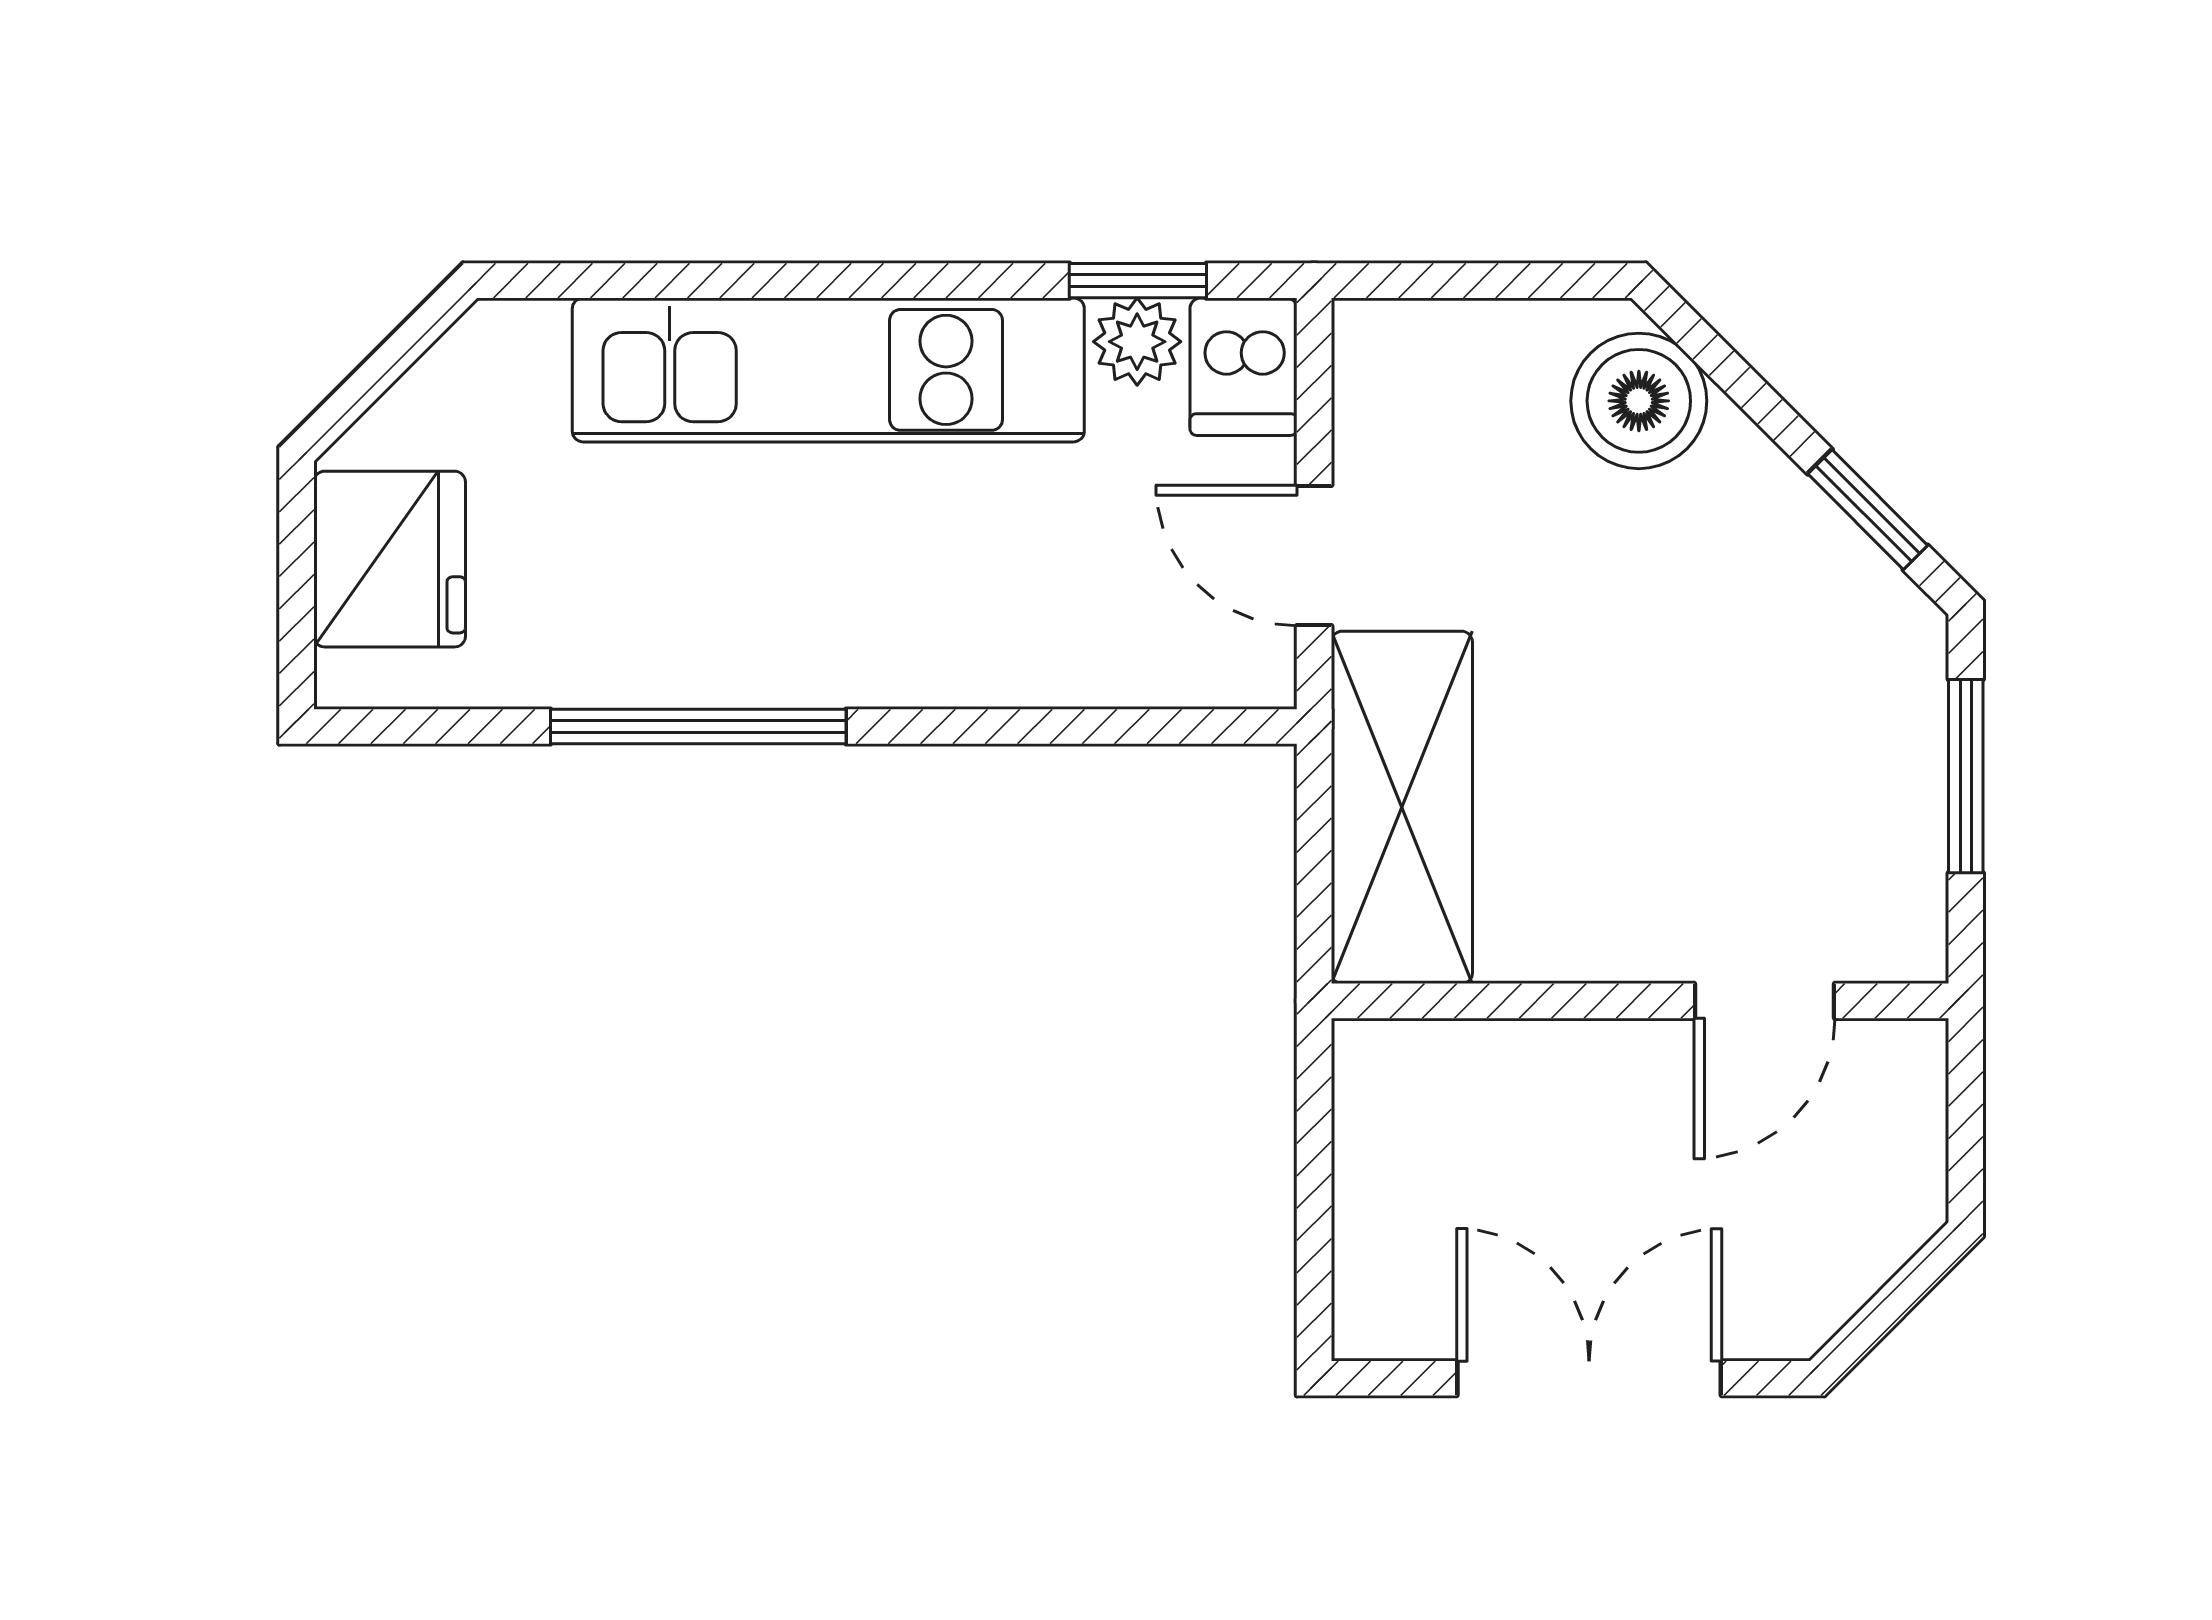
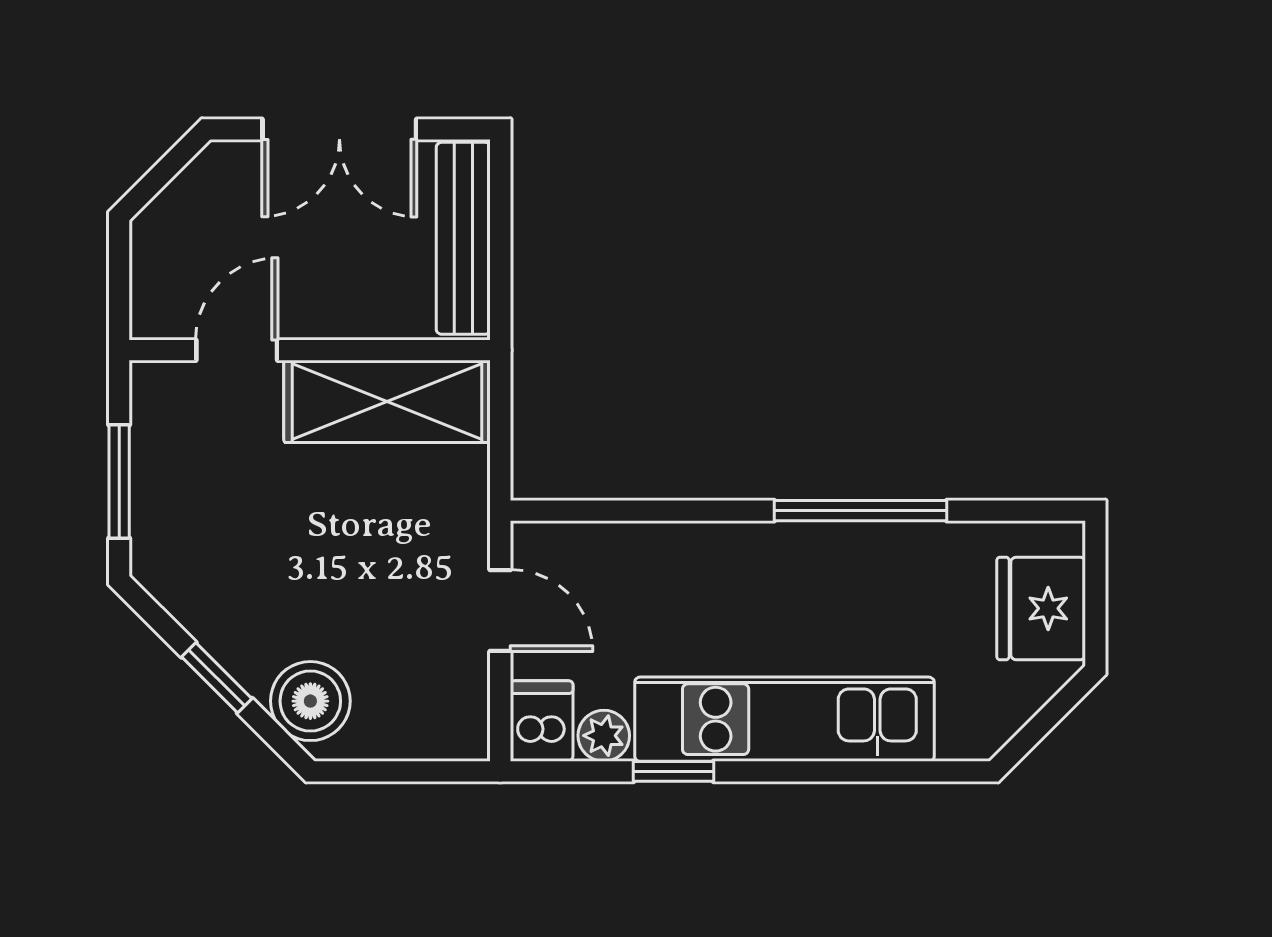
window: (1138, 281) -> (674, 771), moved
window: (1868, 510) -> (217, 678), moved
shelving: (1402, 807) -> (387, 401), moved, turned 90
bench: (1377, 1192) -> (463, 238), added

